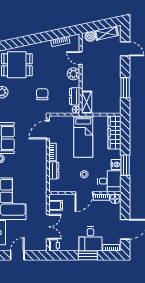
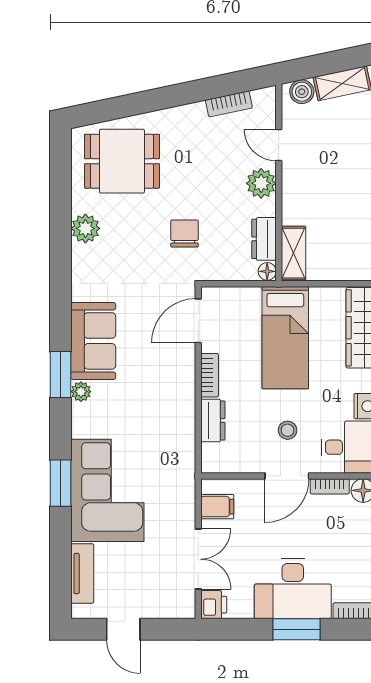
desk: (91, 239) -> (293, 589), width x1.37
door: (17, 255) -> (123, 629), swing flipped

